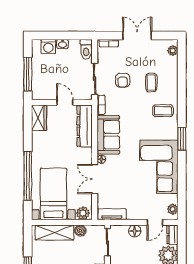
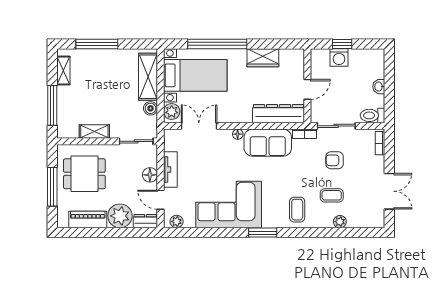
double door: (137, 35) -> (389, 191), moved
washing machine: (48, 47) -> (339, 58), moved, turned -90
plant: (173, 51) -> (340, 222), moved
window: (28, 74) -> (342, 44), width x0.46
wardrobe: (39, 118) -> (263, 58), moved
double door: (95, 179) -> (199, 126), moved
tv unit: (112, 214) -> (170, 169), moved

